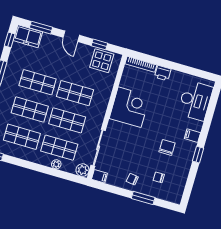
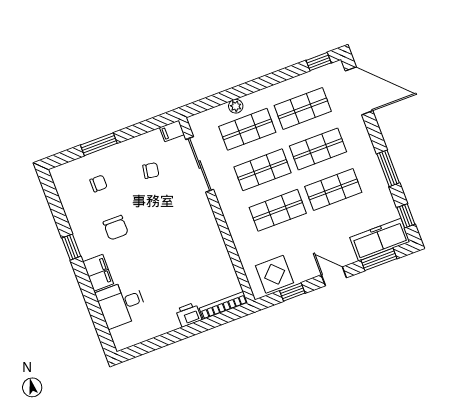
freezer: (28, 36) -> (380, 240), width x1.40
desk: (195, 101) -> (121, 304), width x0.73
corner desk: (130, 107) -> (198, 243), removed
filing cabinet: (192, 136) -> (98, 273), width x2.00
plant: (82, 170) -> (198, 123), removed
chair: (132, 179) -> (151, 171), moved

